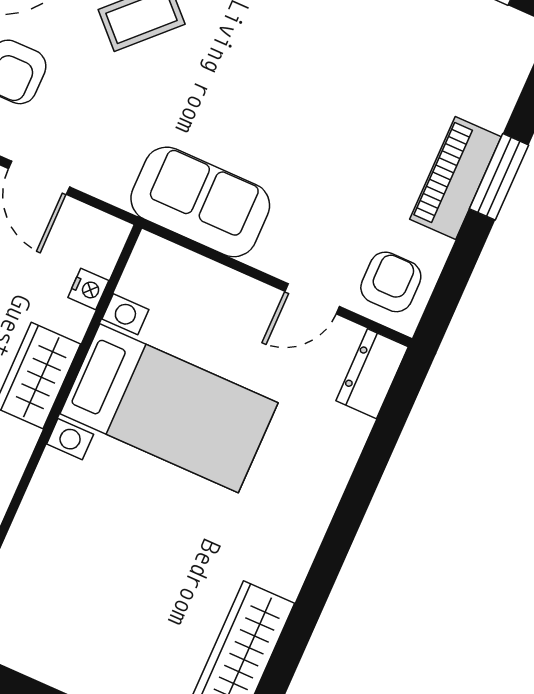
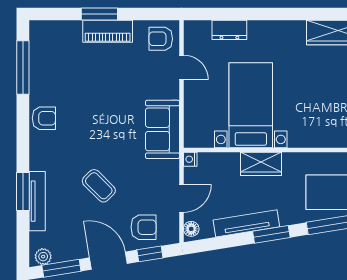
nightstand: (88, 289) -> (190, 159), moved, turned -90
dresser: (372, 374) -> (229, 30), moved

